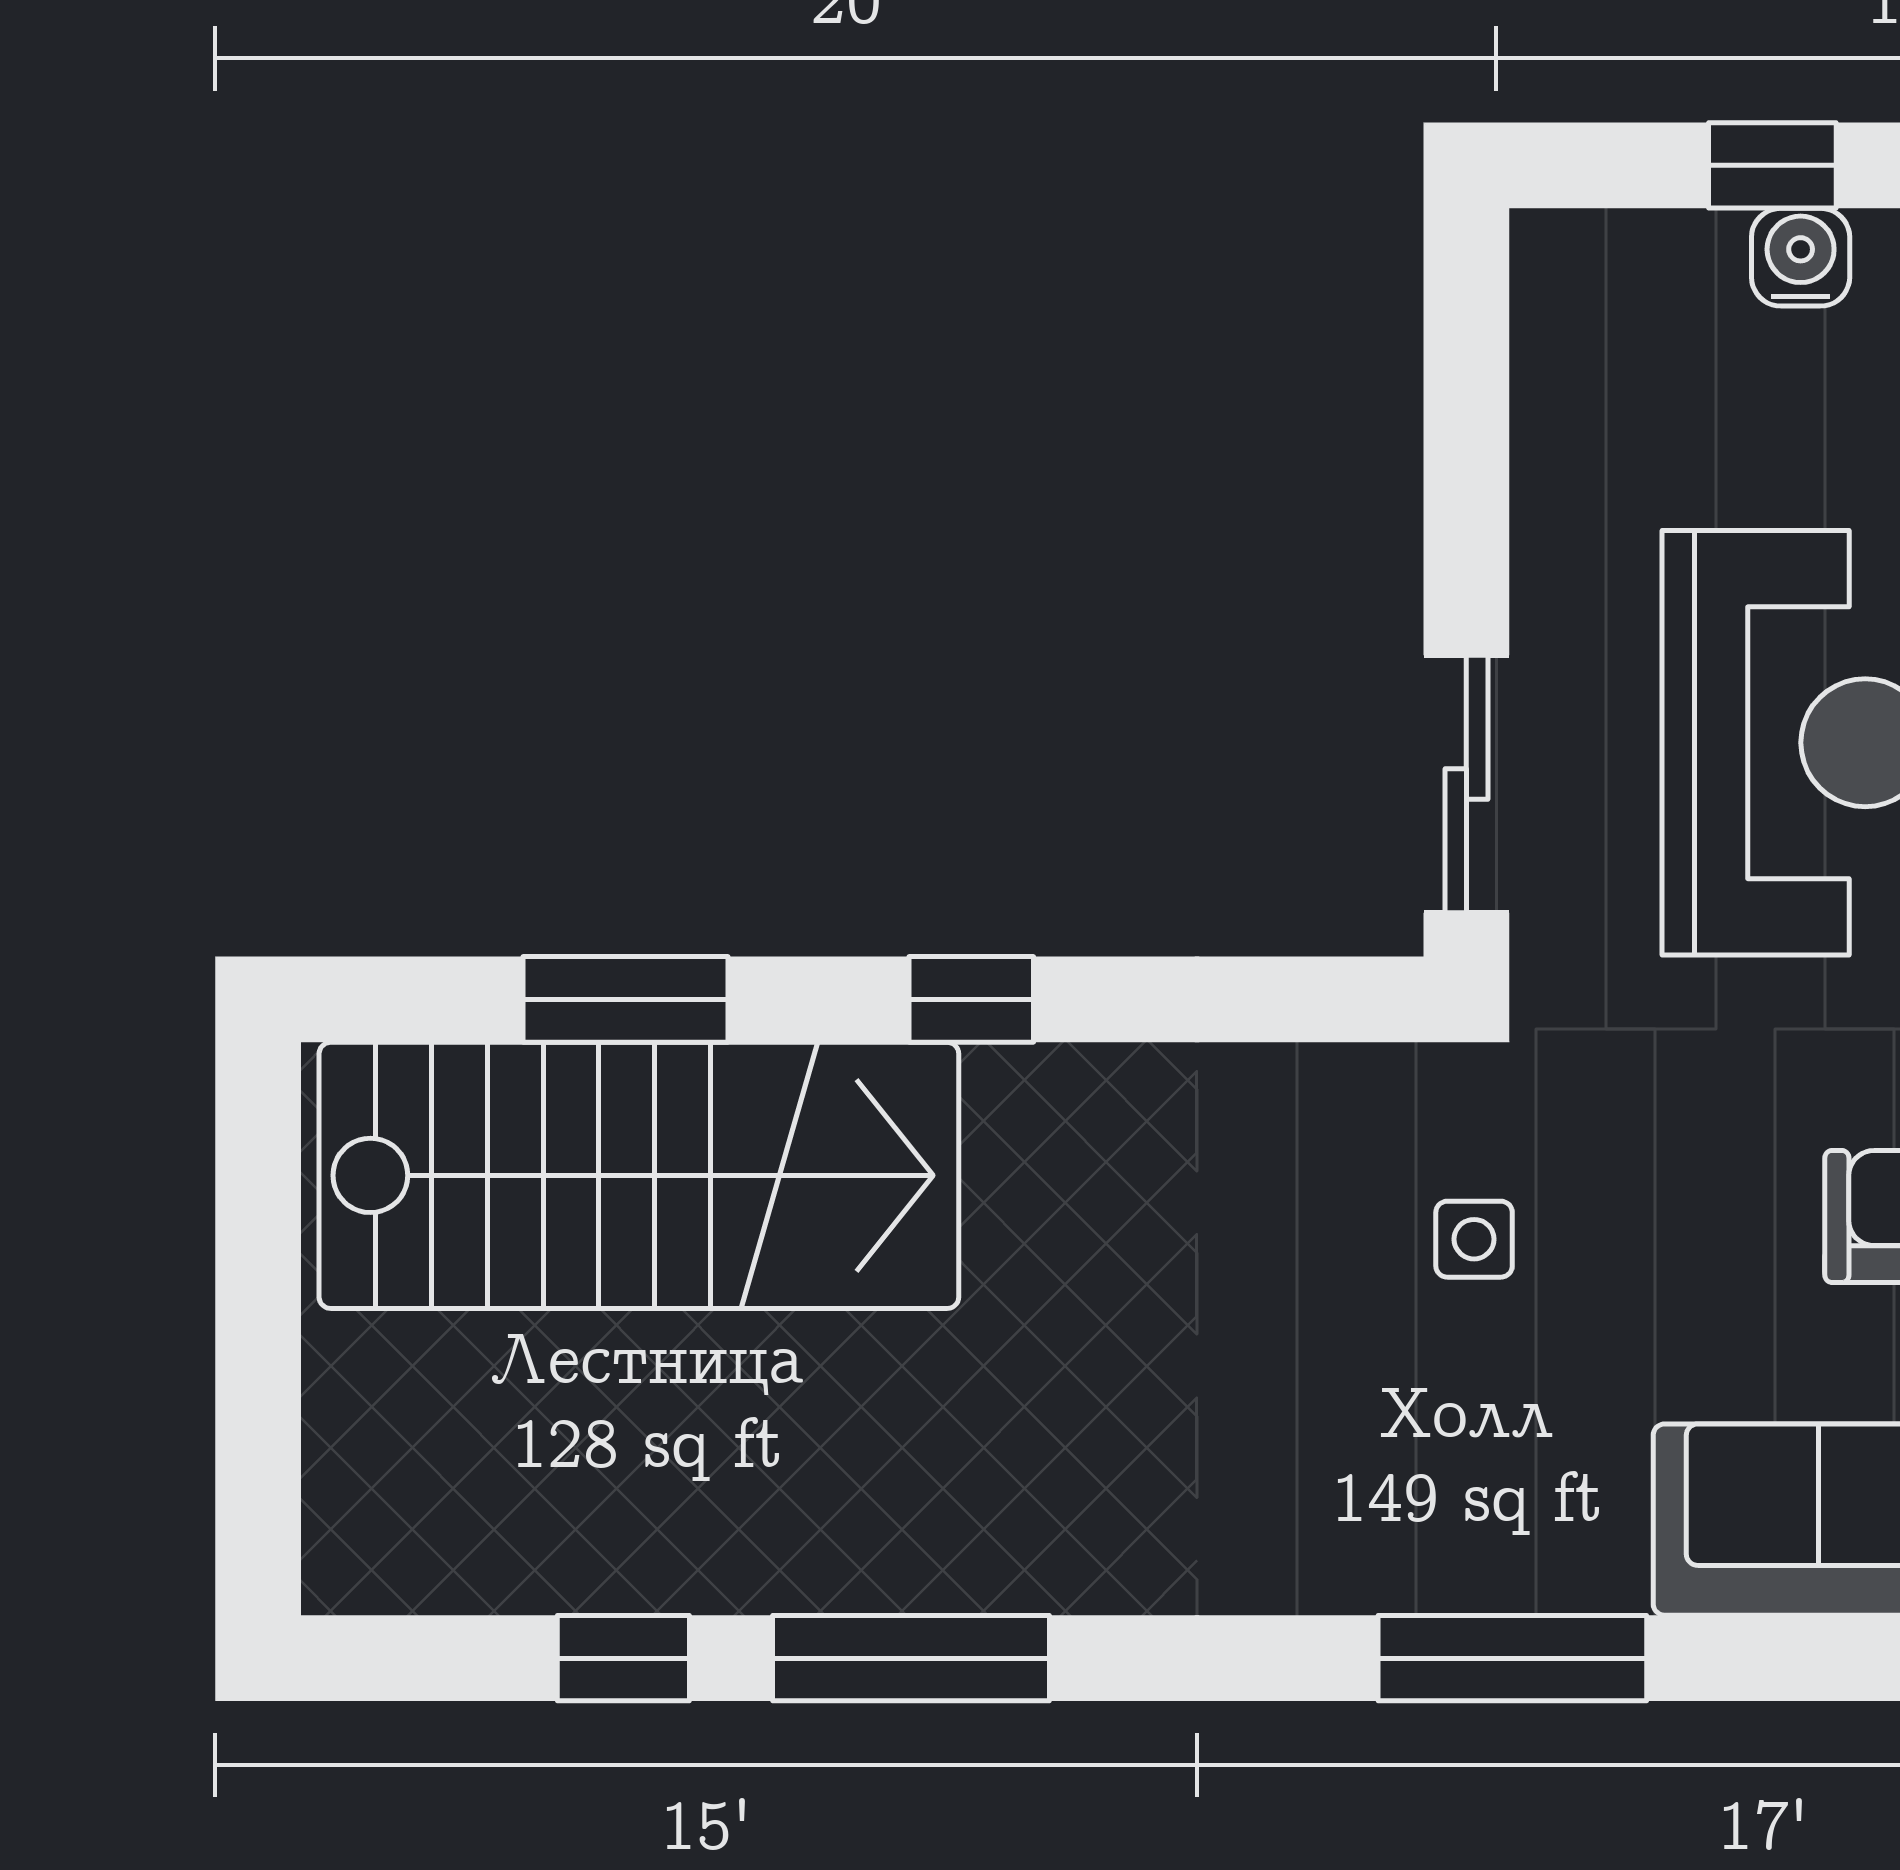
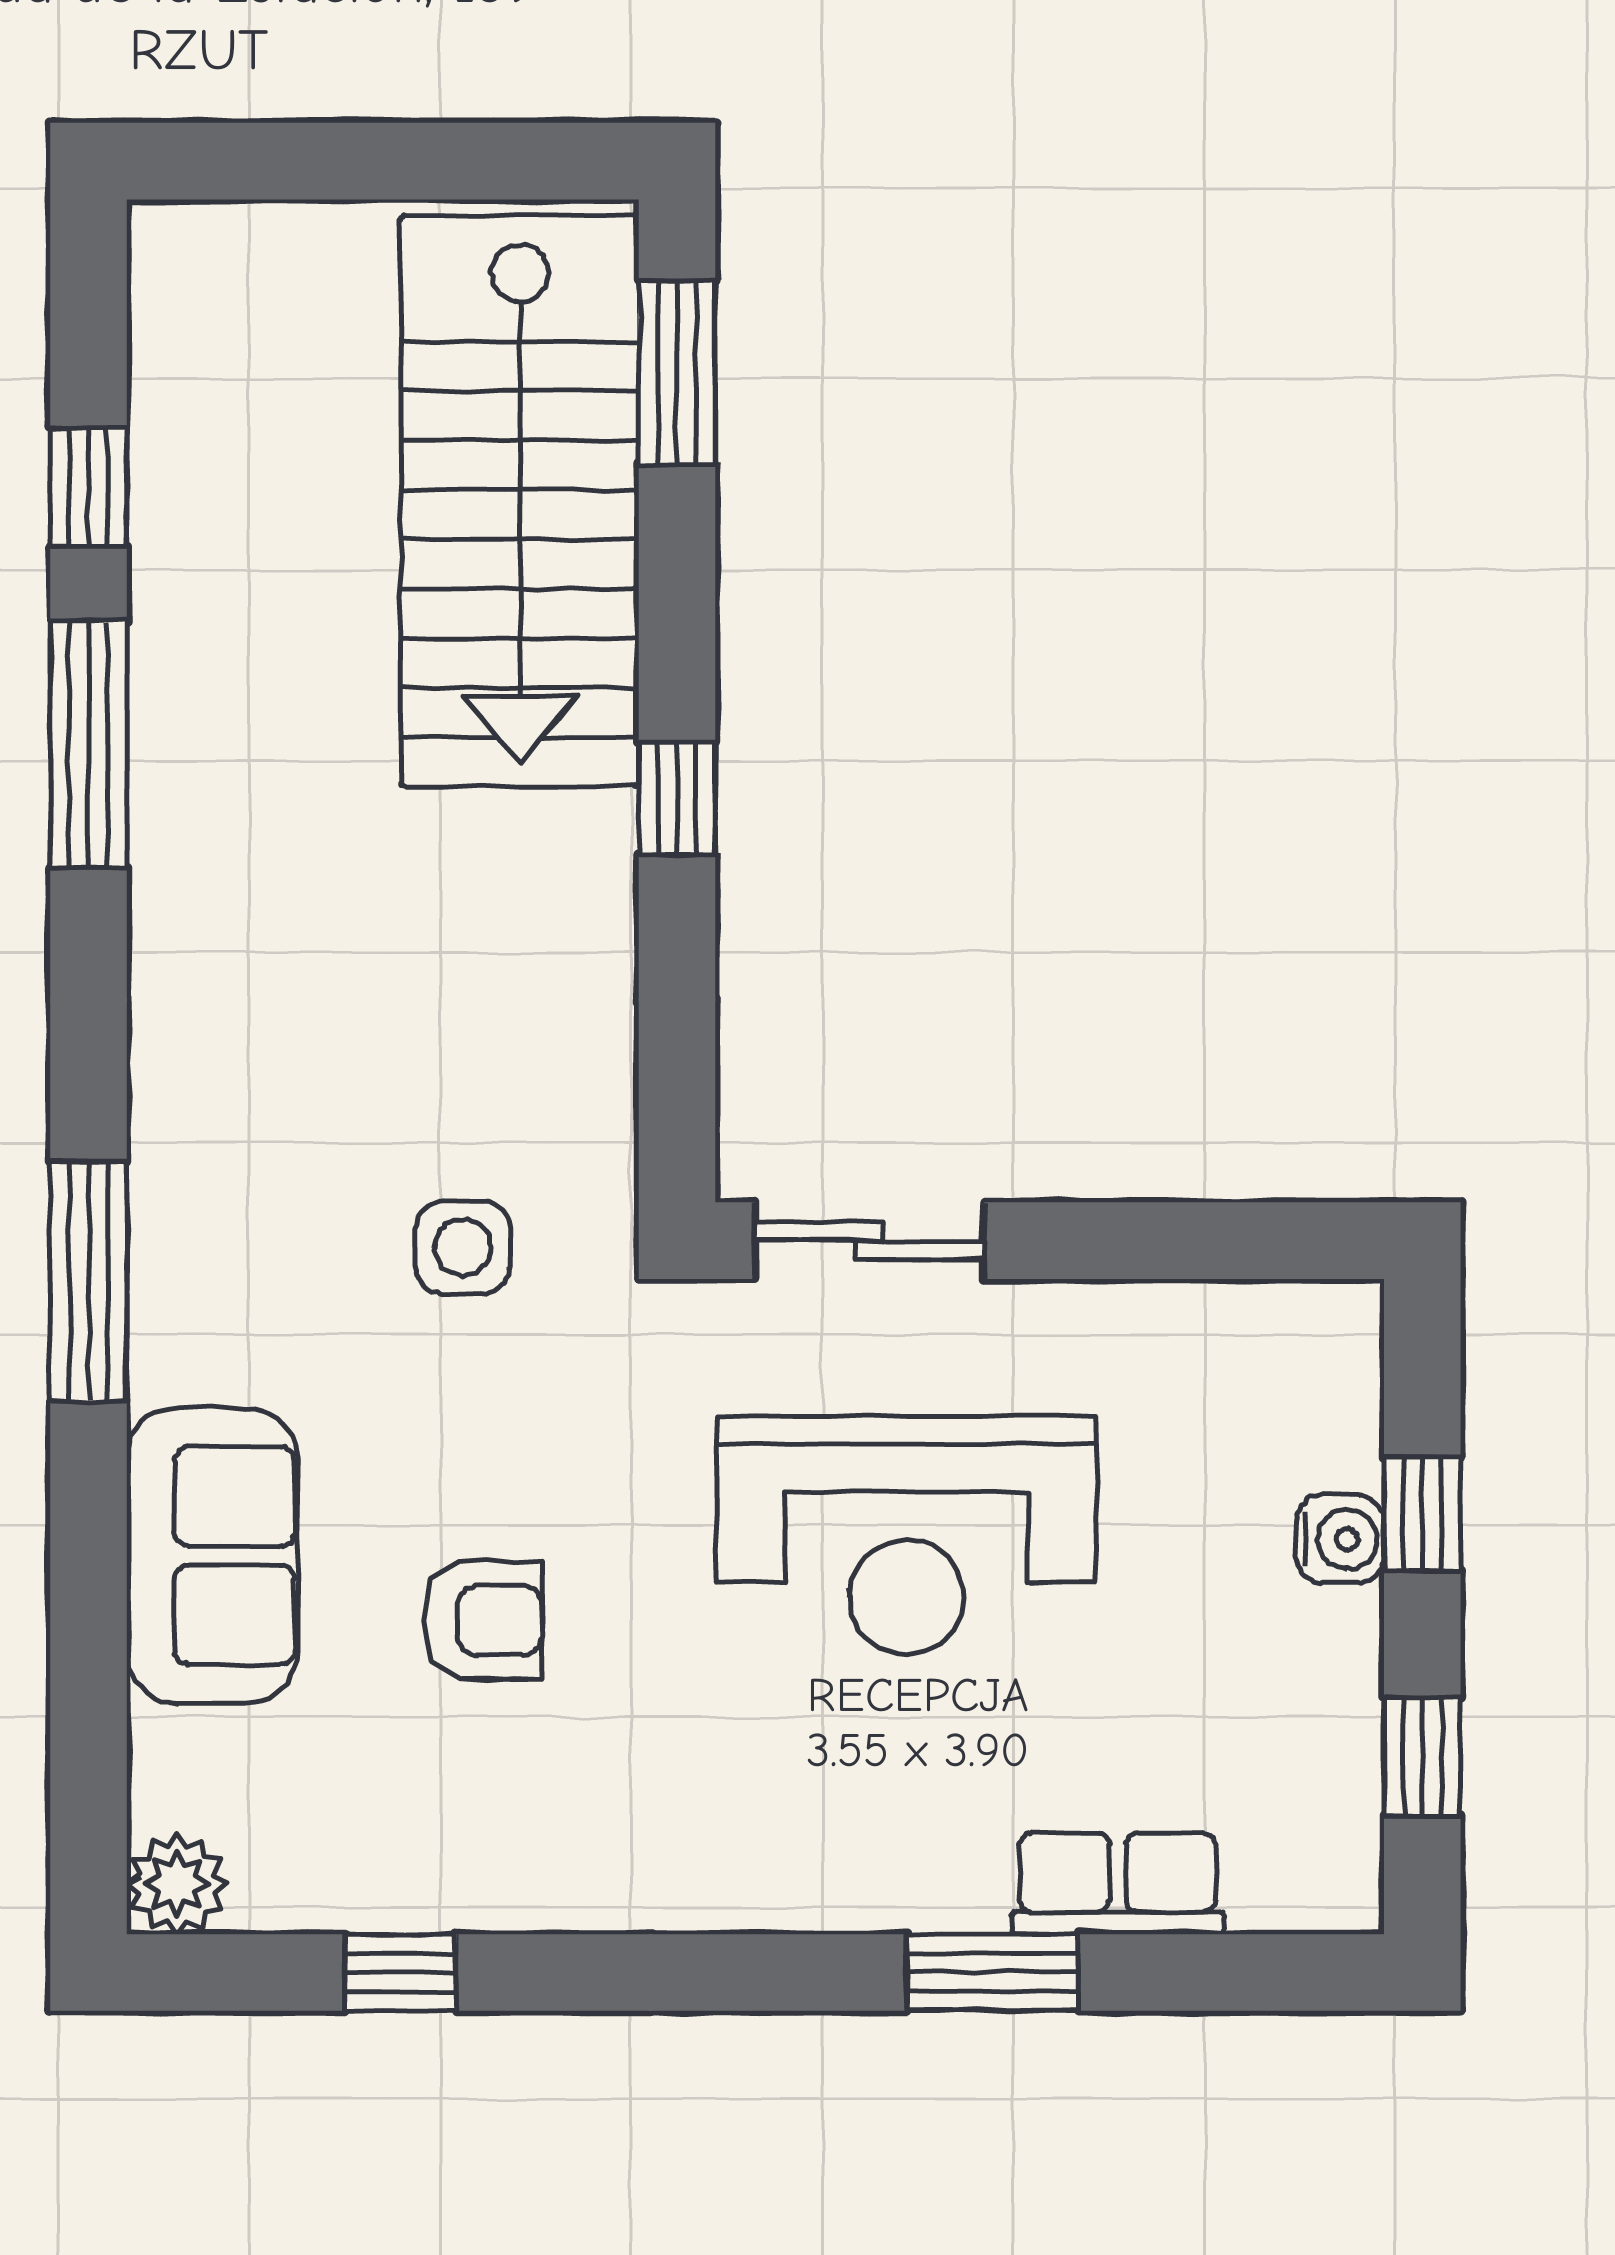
window: (626, 999) -> (677, 372), moved
side table: (1474, 1239) -> (463, 1248), width x1.37, depth x1.37

